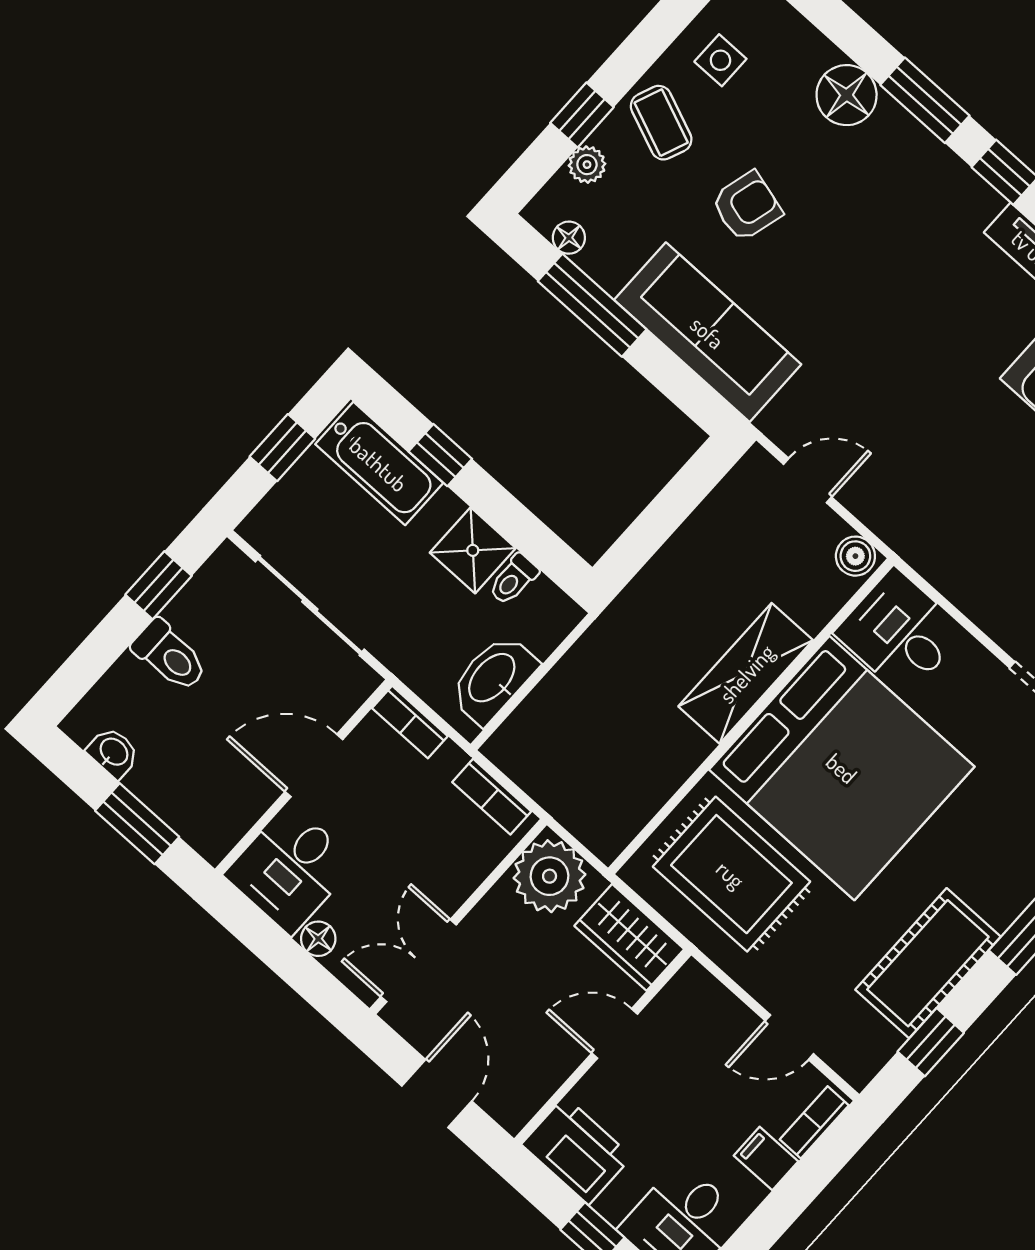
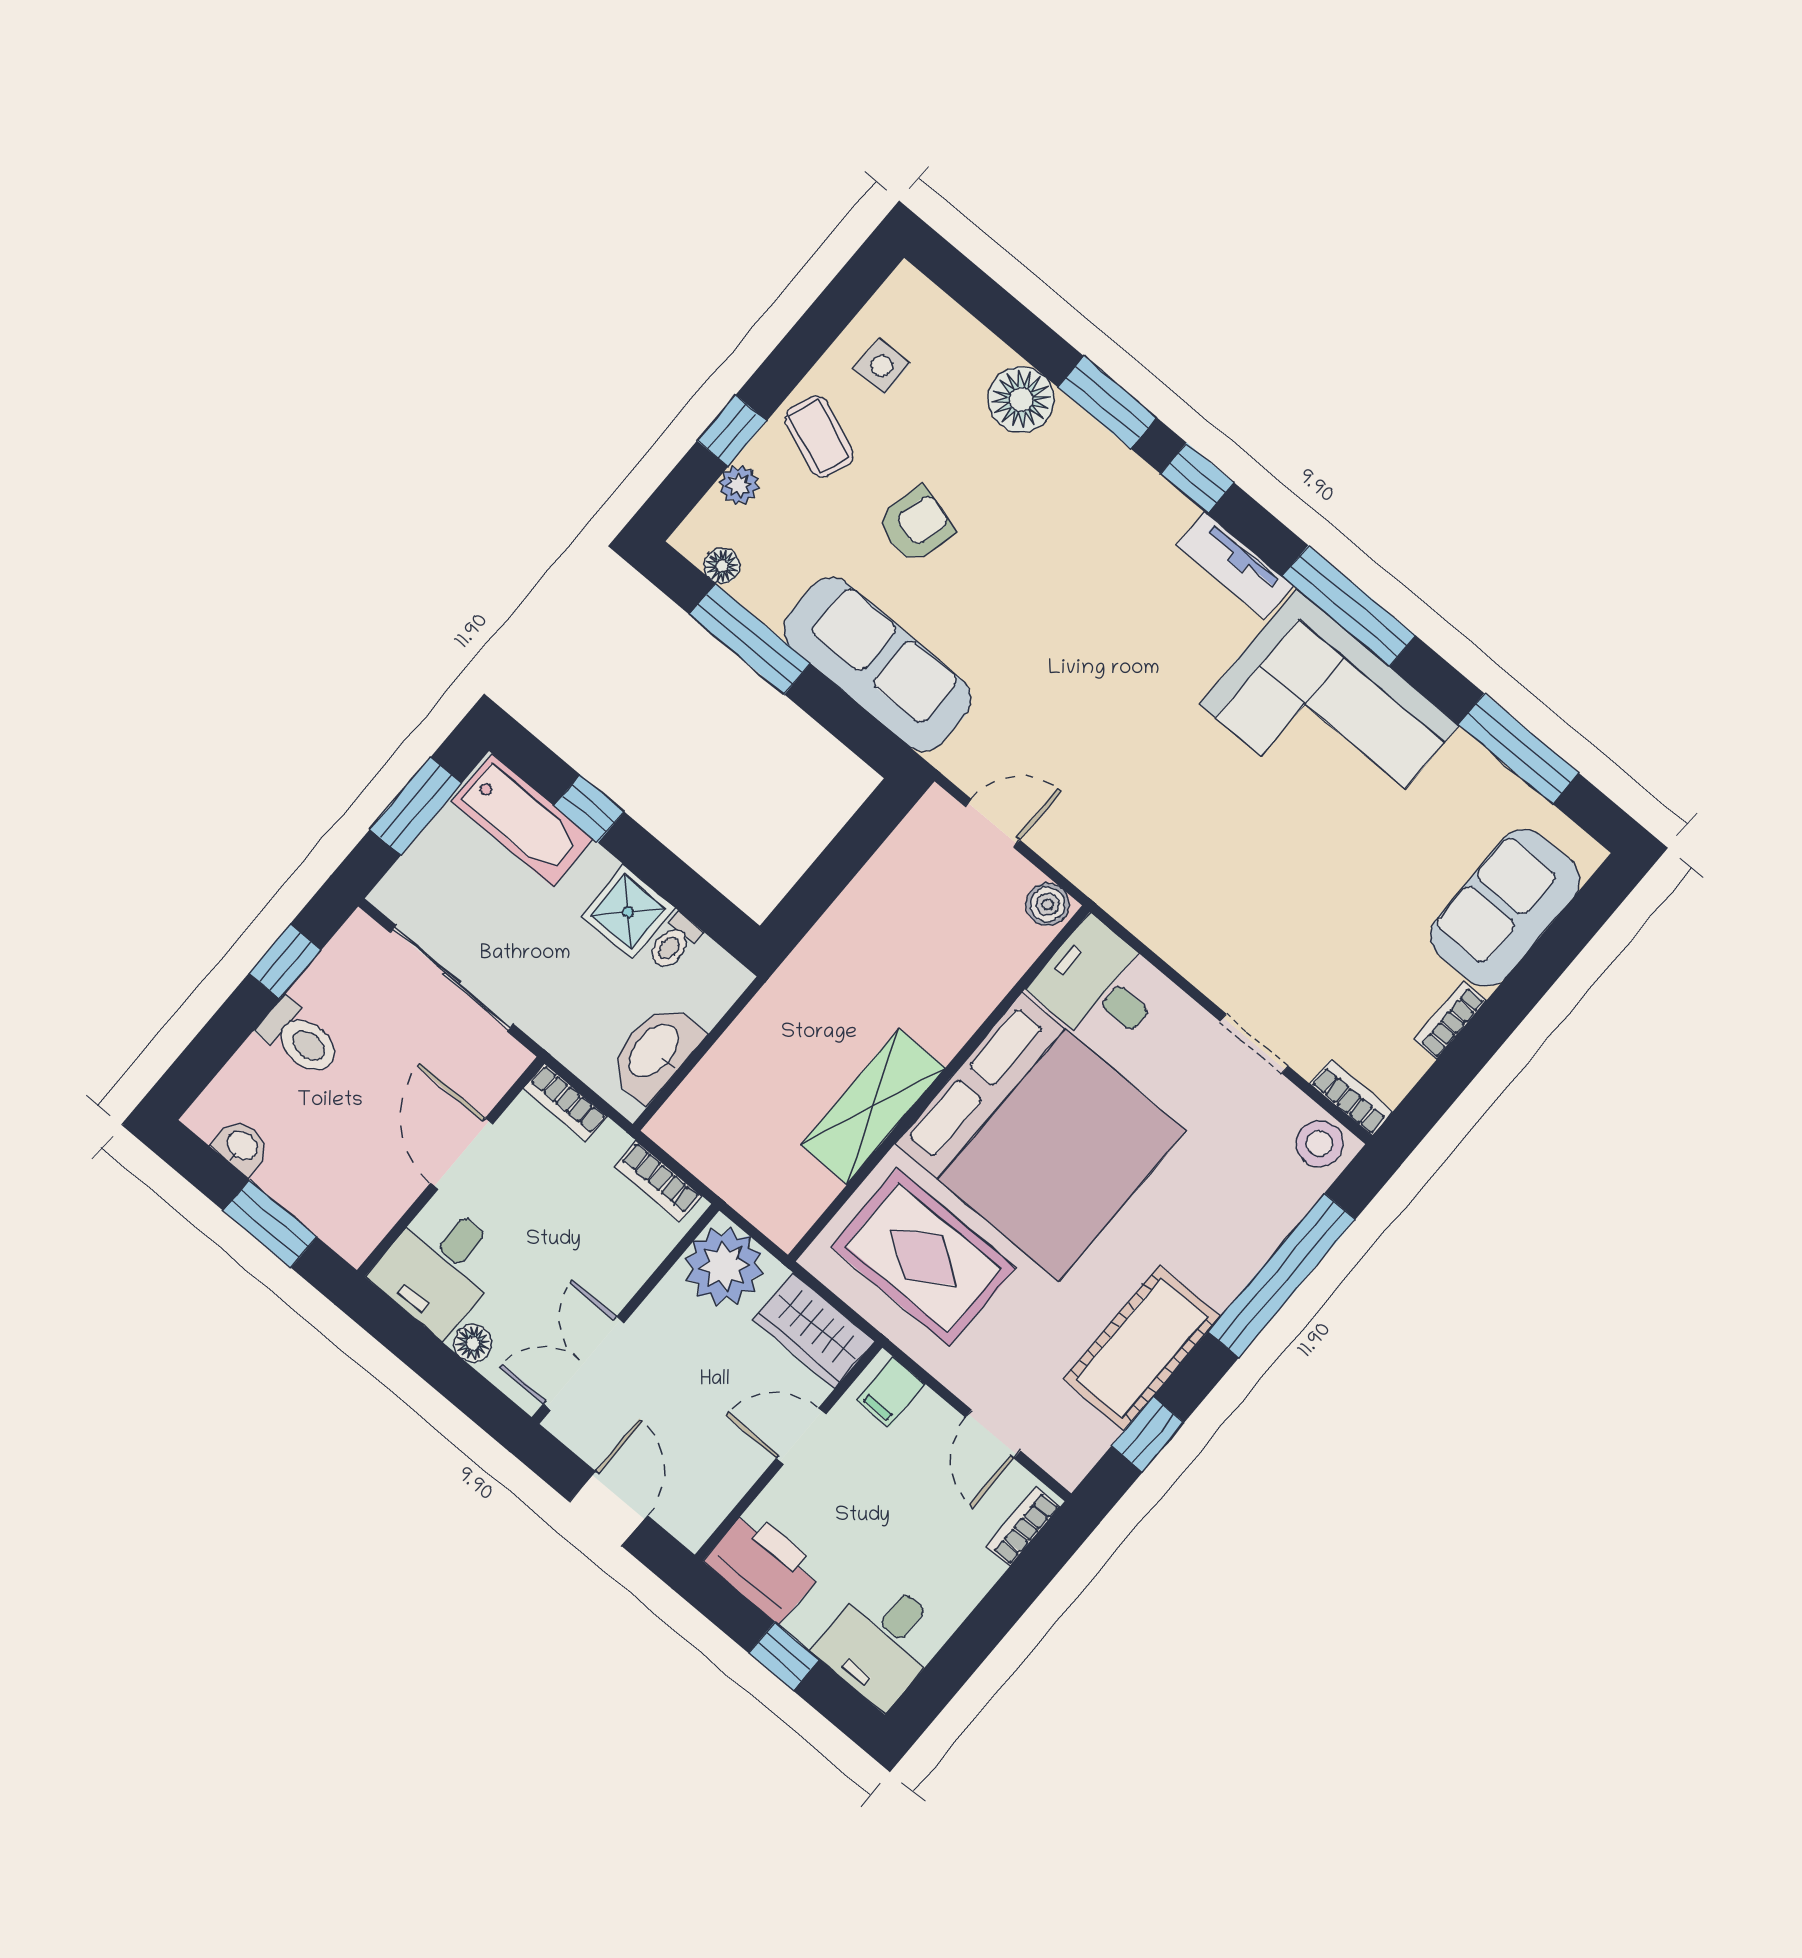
window: (282, 448) -> (416, 806), width x1.50
shelving: (746, 673) -> (873, 1106), moved
door: (314, 766) -> (462, 1154), hinge flipped
door: (789, 1037) -> (993, 1434), hinge flipped
filing cabinet: (766, 1159) -> (891, 1392), moved, turned -90

